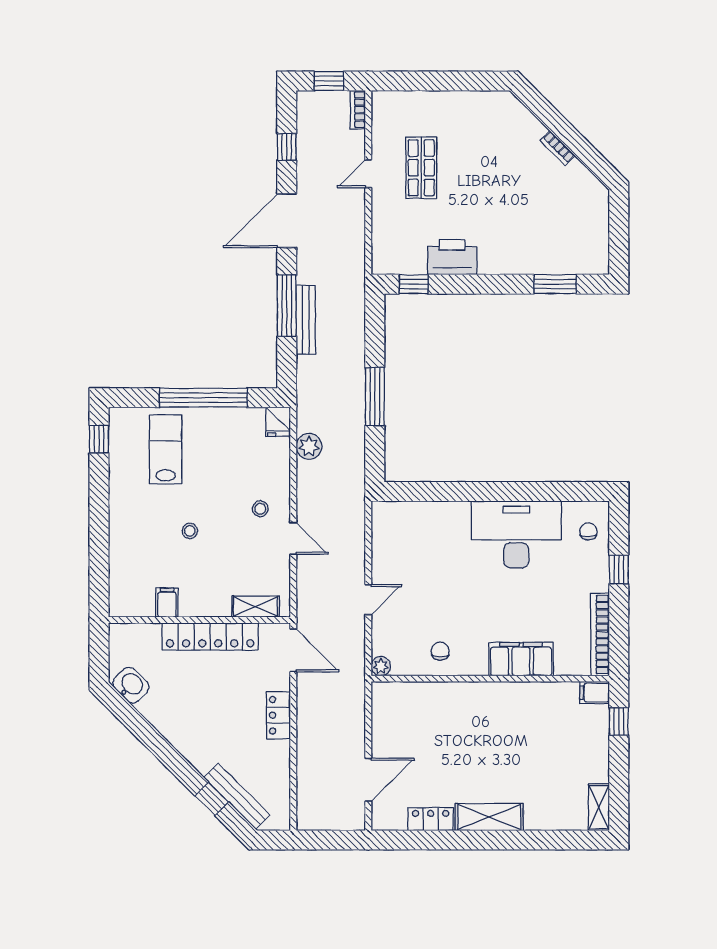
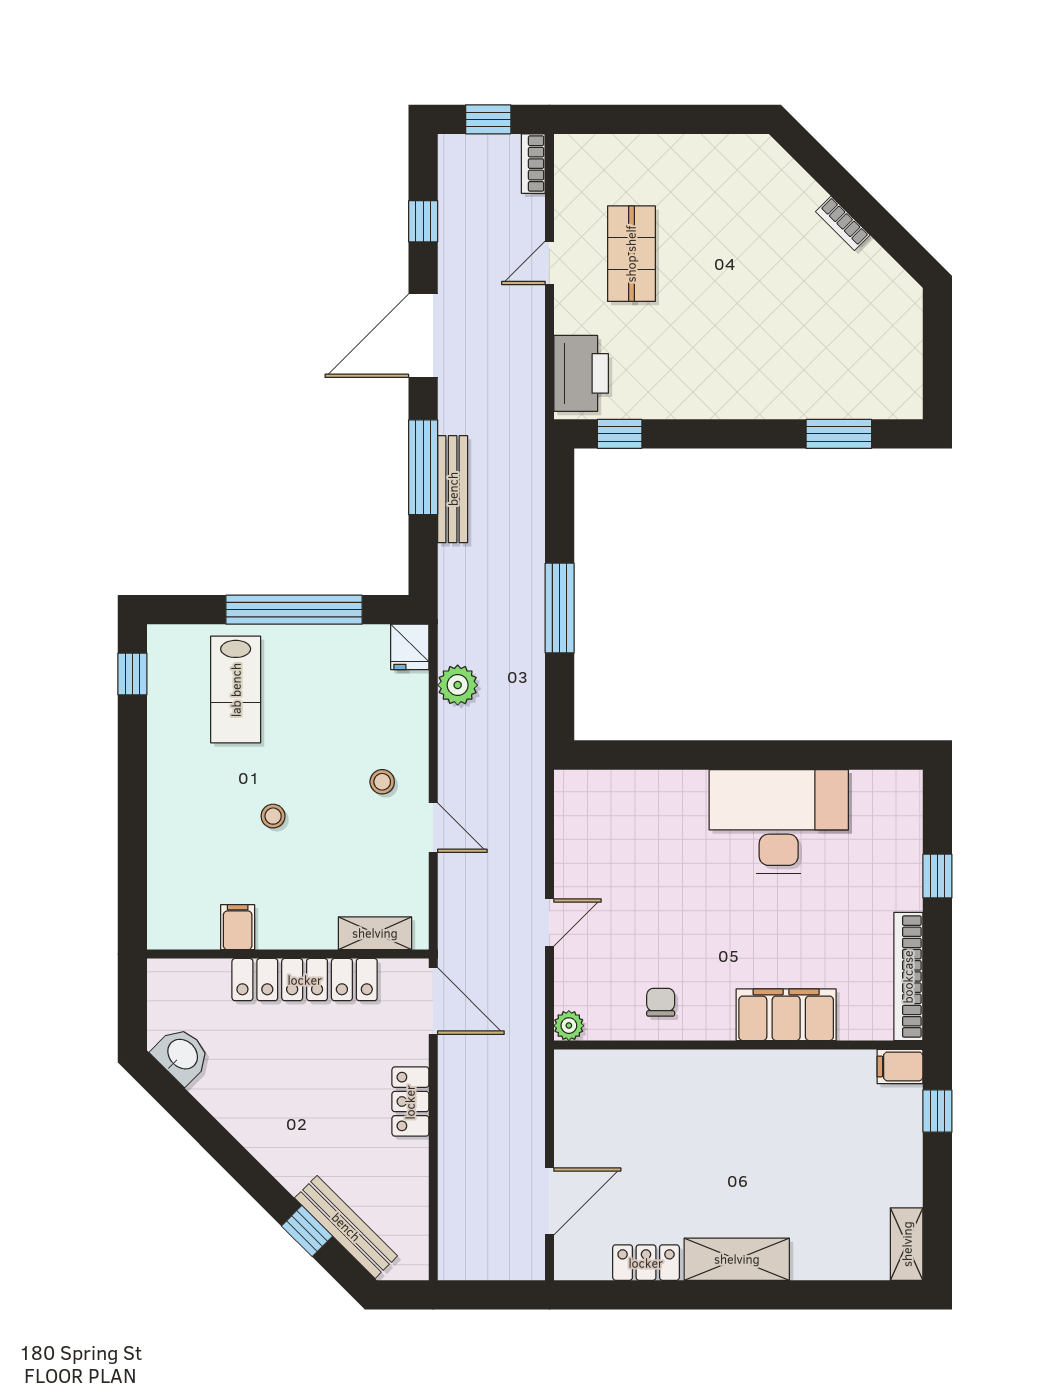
printer: (452, 257) -> (581, 373), moved, turned 90
lab bench: (166, 449) -> (236, 690), turned 180
chair: (588, 531) -> (890, 817), removed

